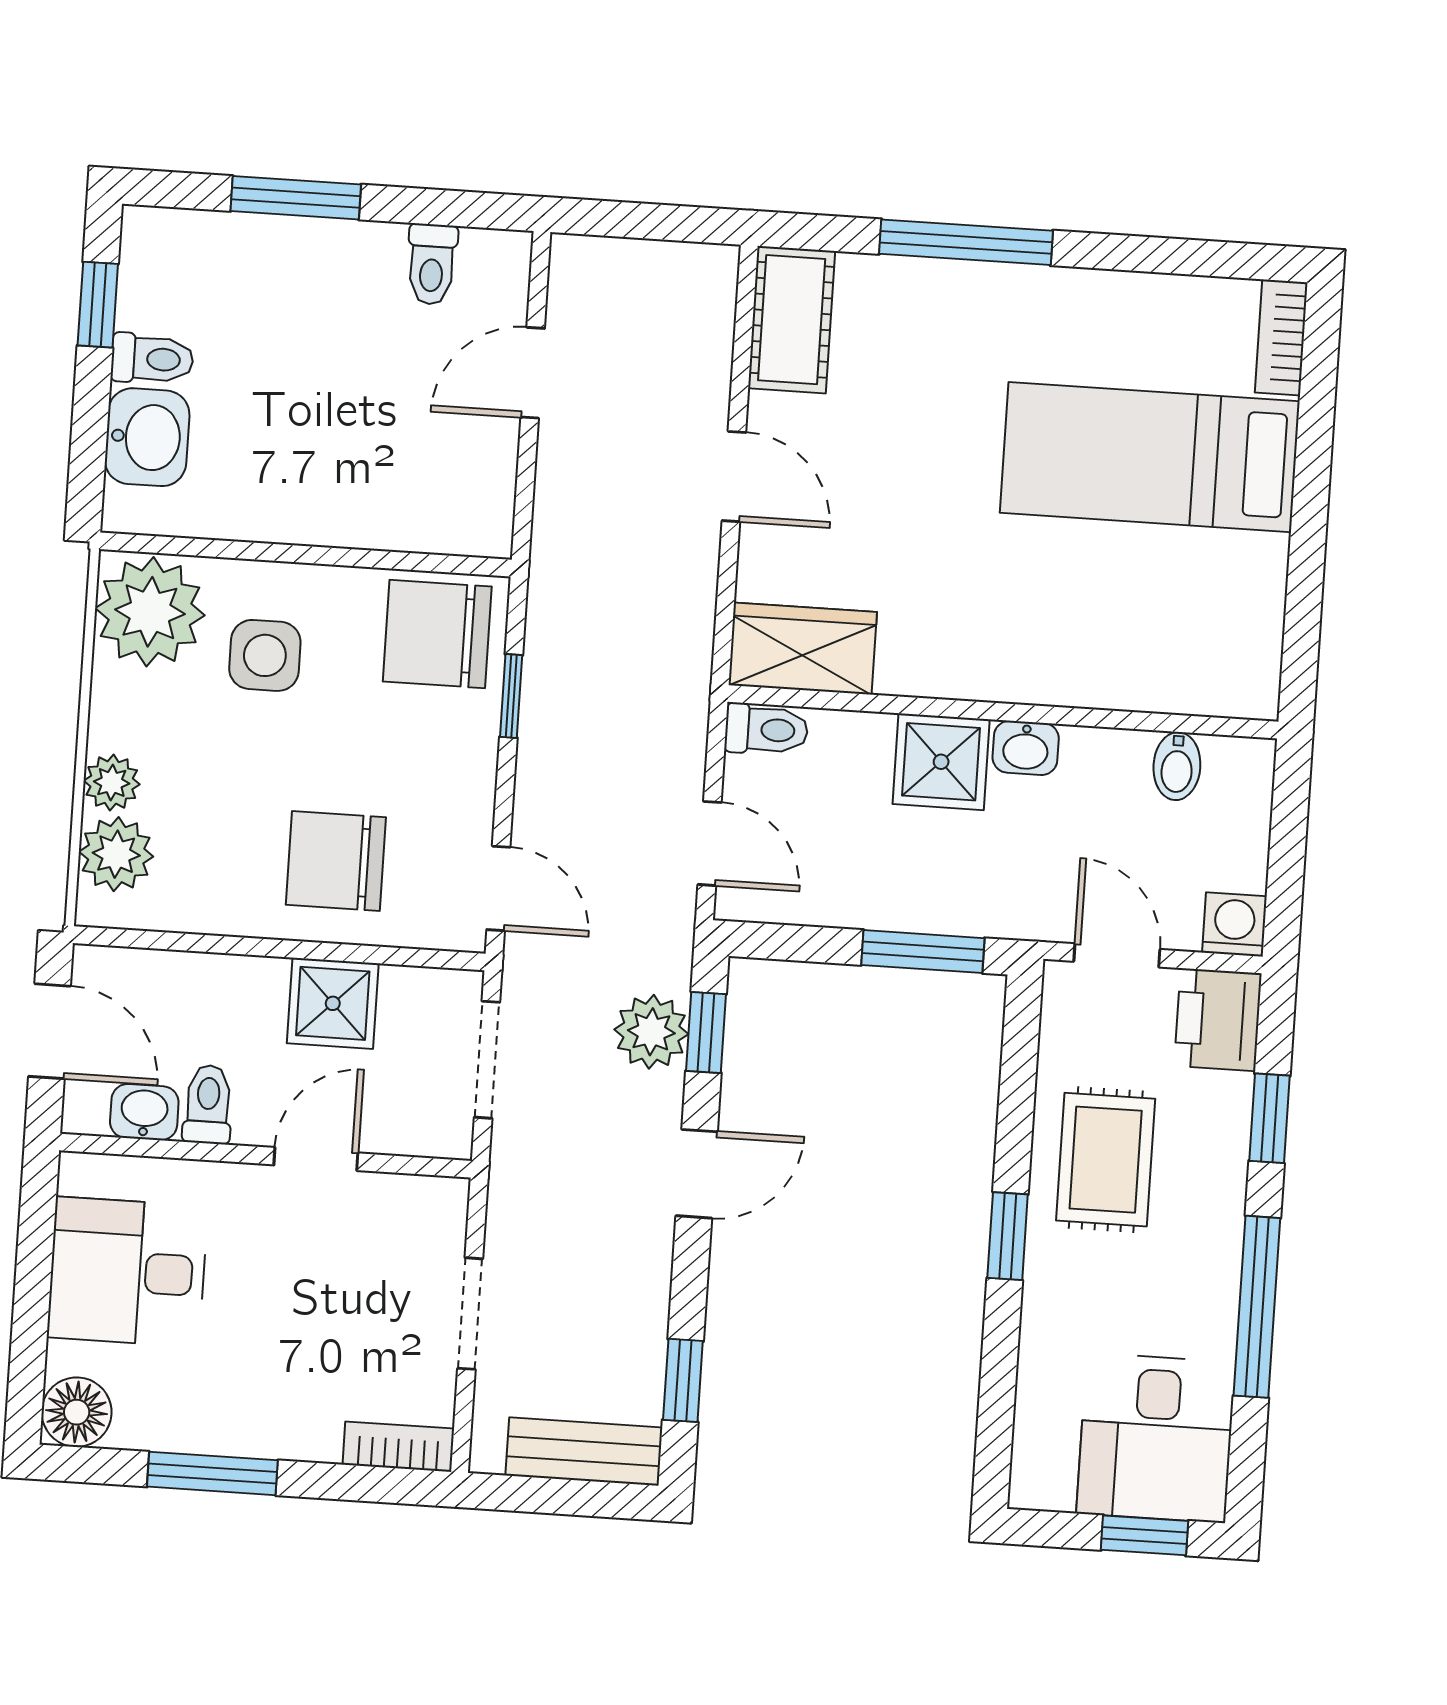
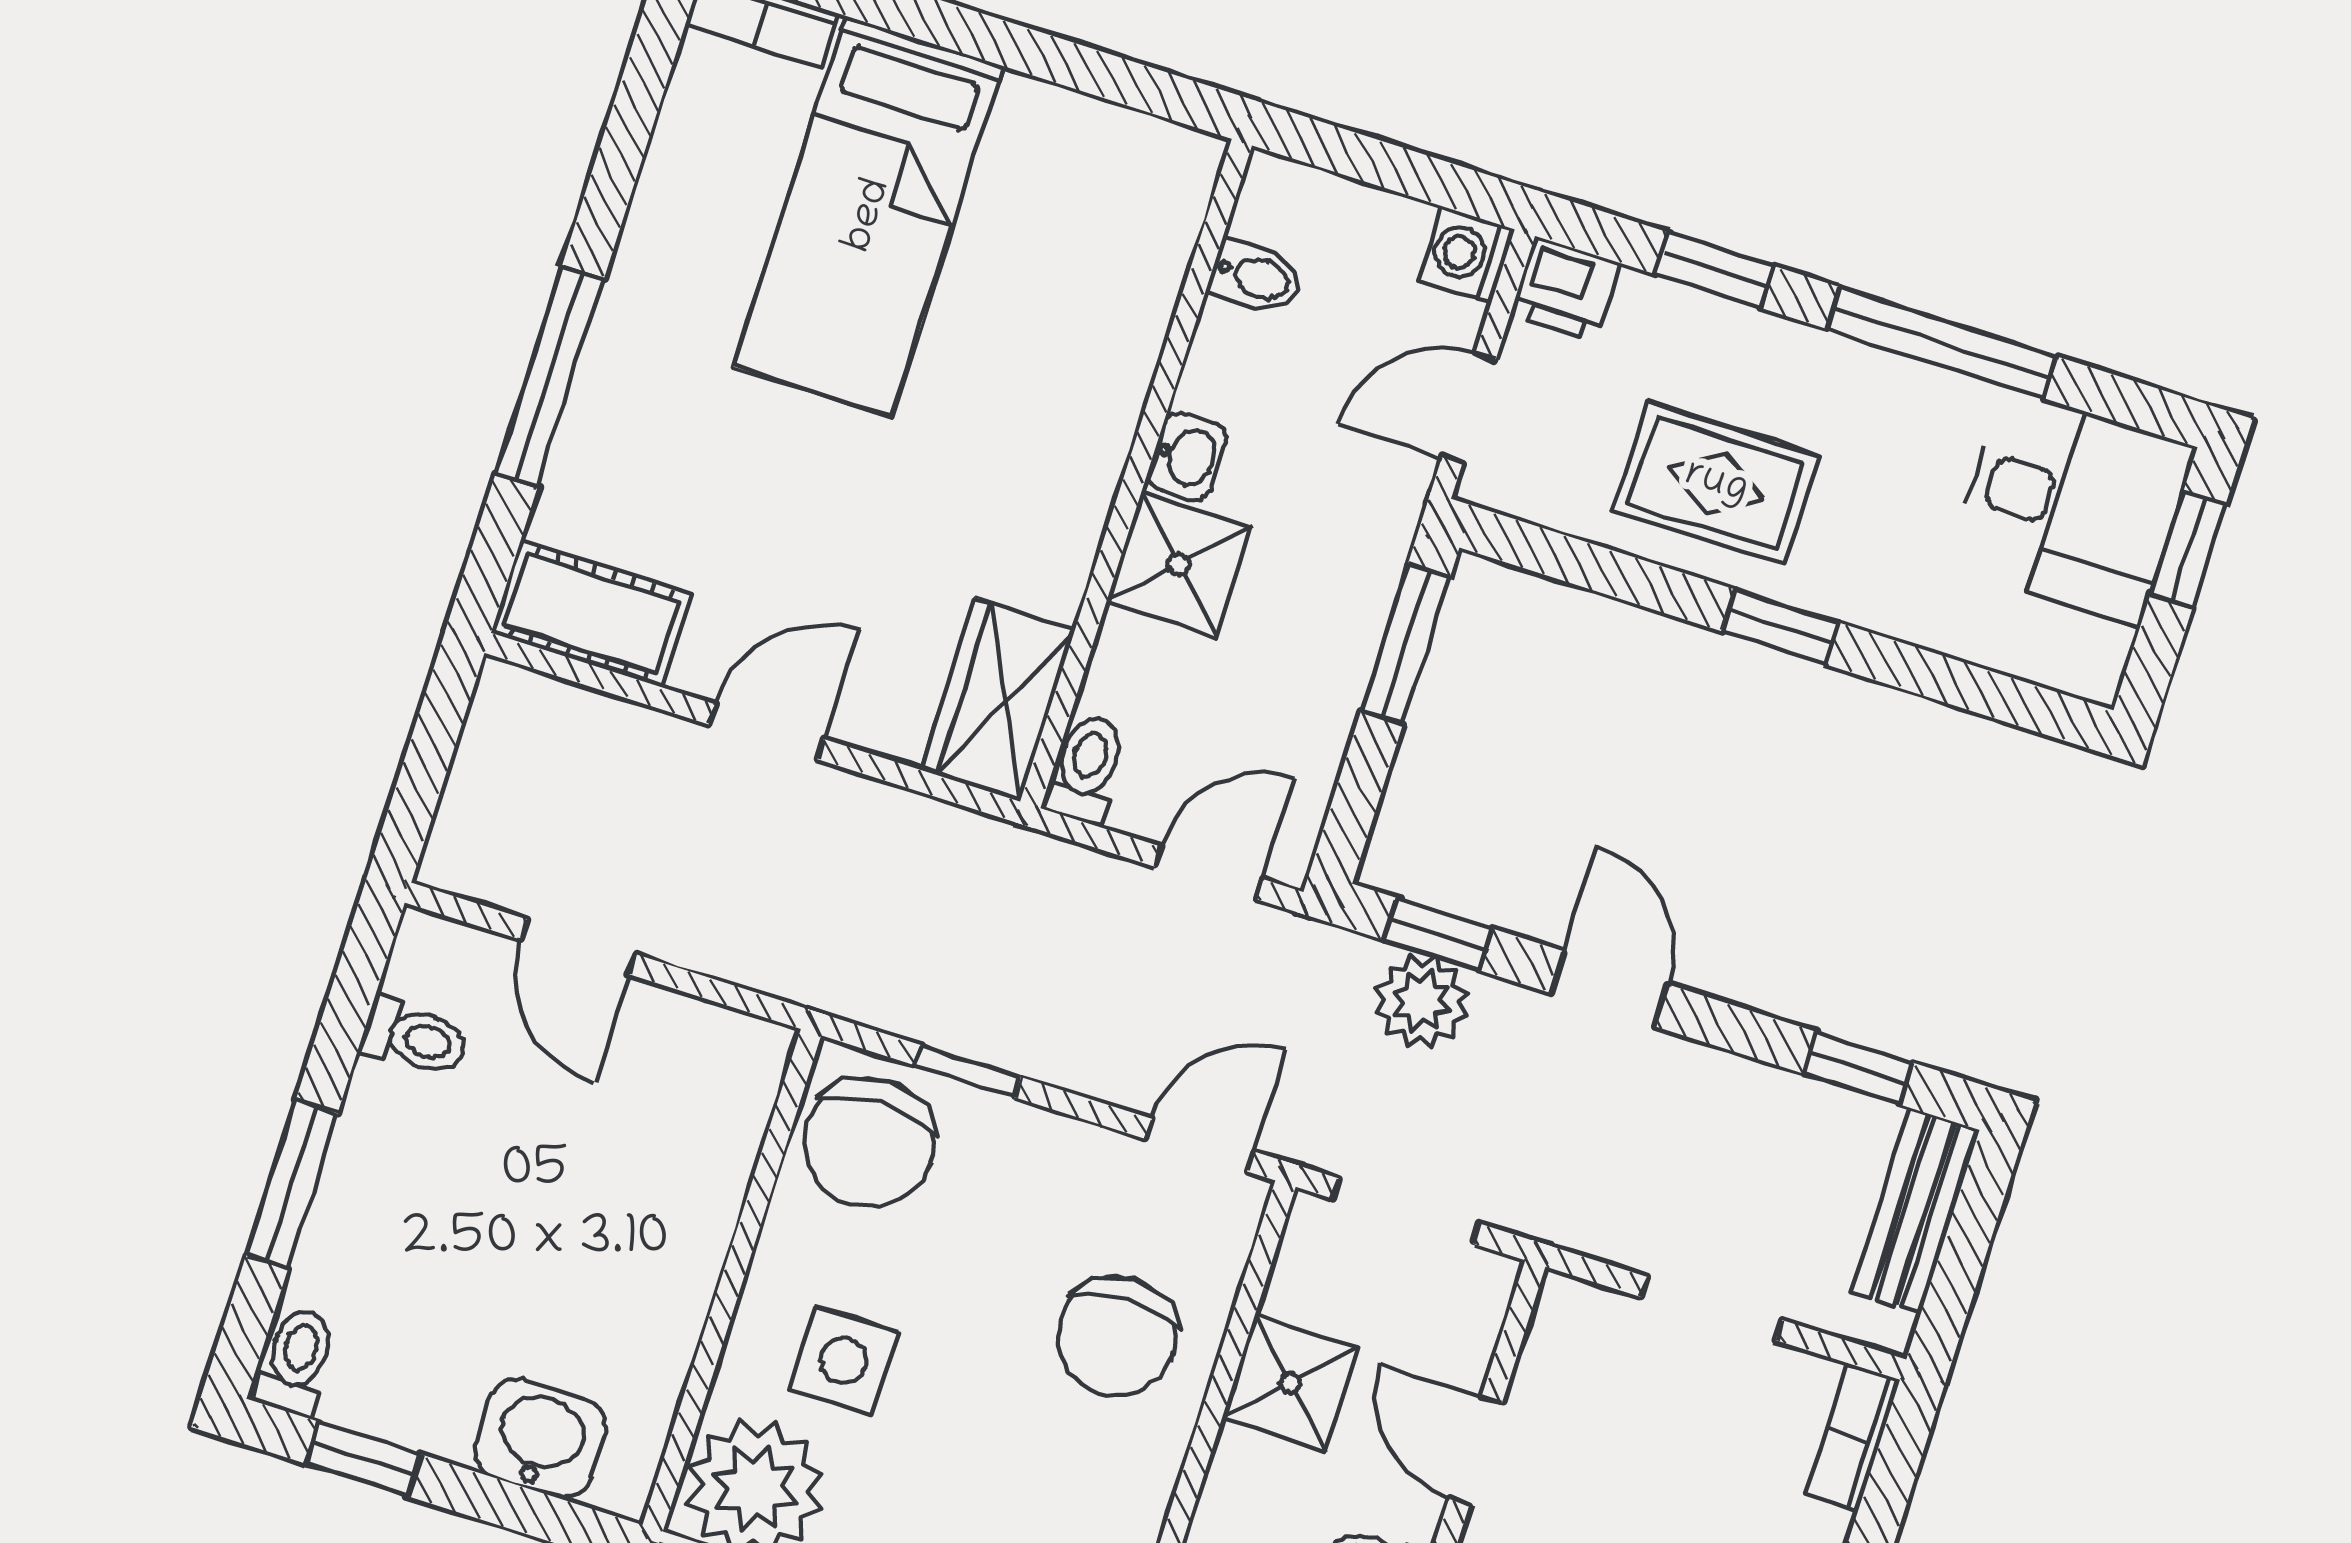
toilet: (152, 359) -> (297, 1361), moved
printer: (1218, 1020) -> (1566, 289), width x0.73, depth x0.81

